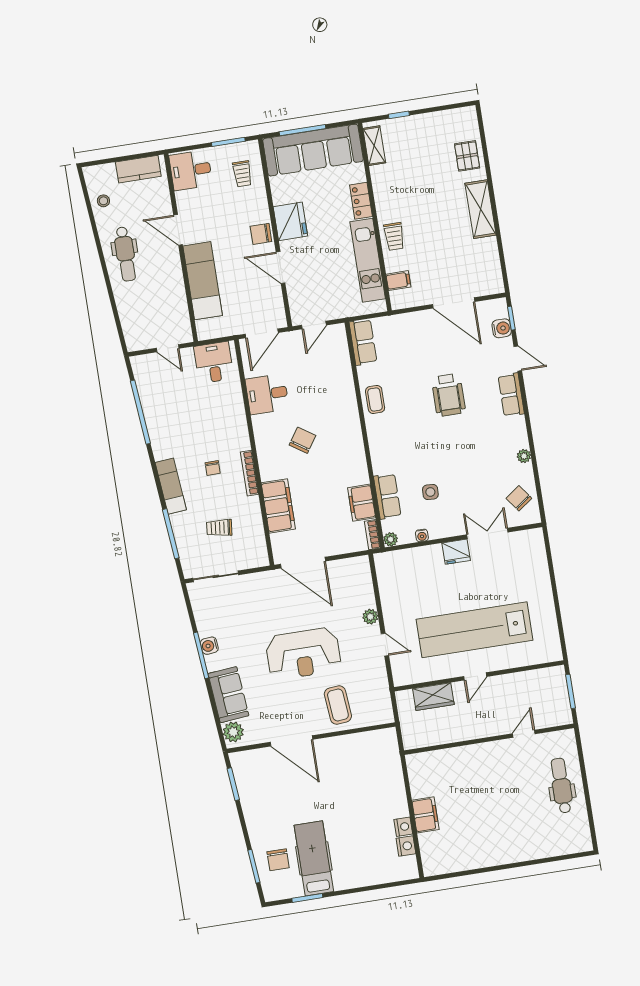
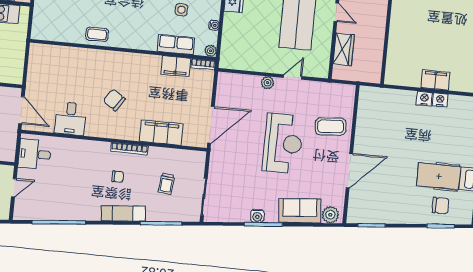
door: (314, 325) -> (26, 67), removed
row of seats: (363, 342) -> (49, 32), removed
nightstand: (406, 846) -> (424, 99), moved

